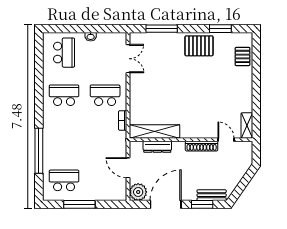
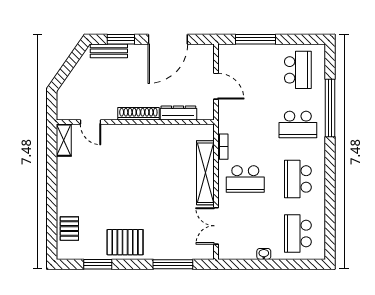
school desk: (64, 95) -> (298, 179), turned 90
shelving: (155, 131) -> (205, 173), moved, turned 90
school desk: (64, 138) -> (298, 124), added
shoe rack: (202, 146) -> (138, 114), moved
school desk: (64, 180) -> (298, 70), turned -90
plant: (138, 192) -> (203, 55), removed
window: (79, 204) -> (256, 39), moved

